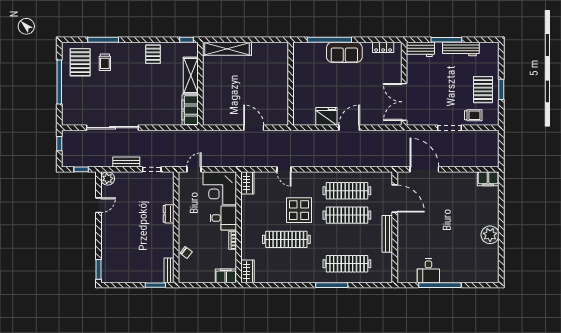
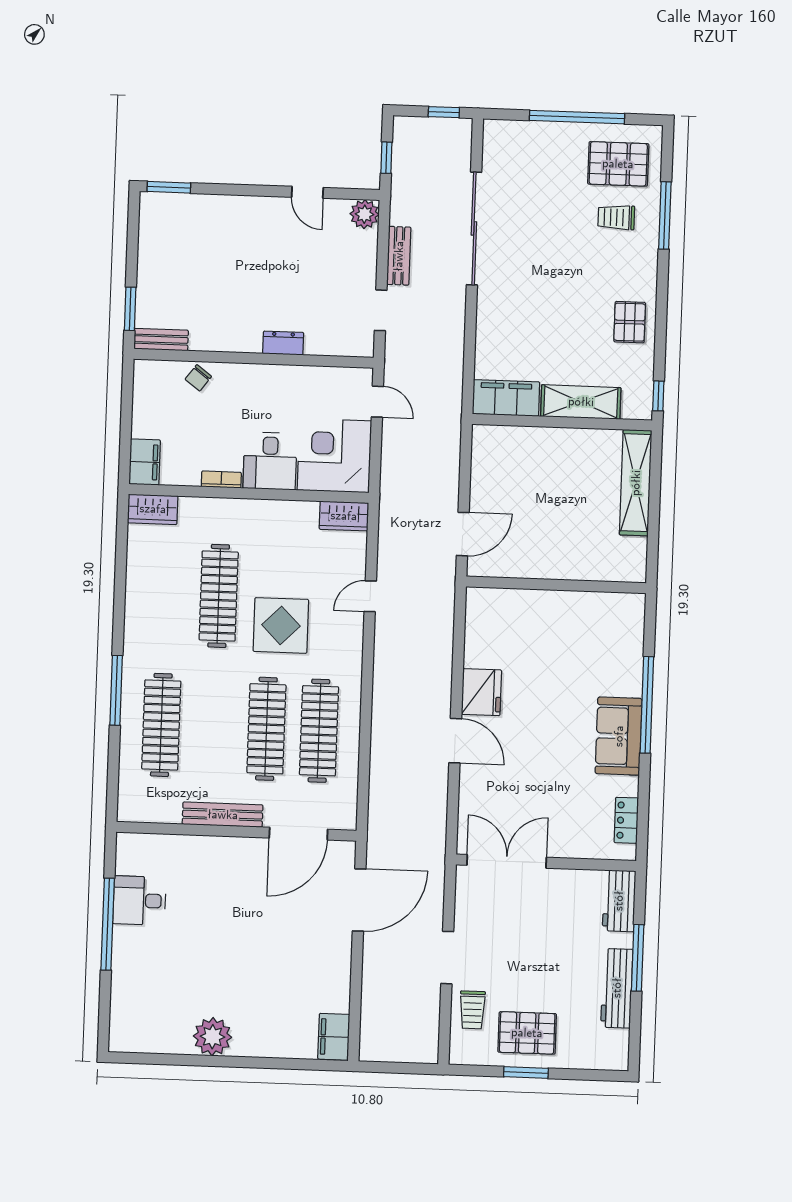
pallet: (153, 54) -> (630, 322), turned 90
wall: (291, 84) -> (556, 585), moved

